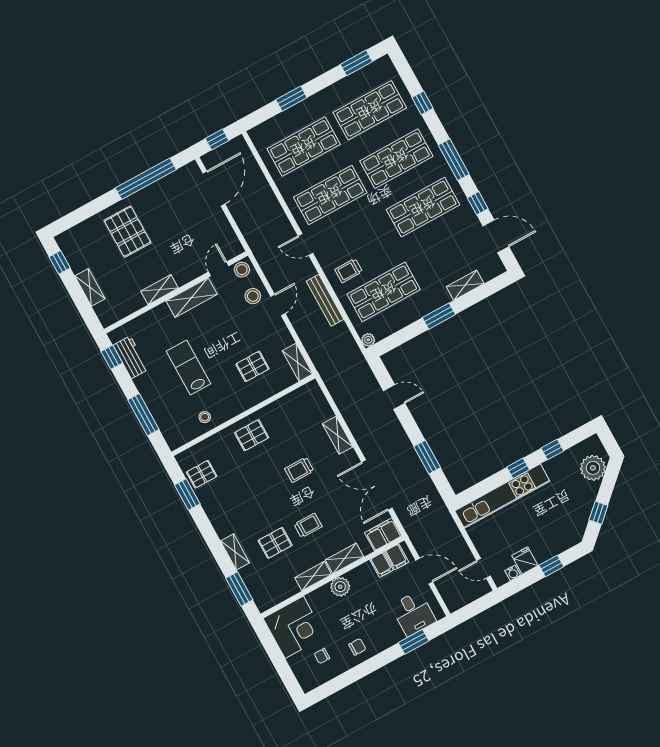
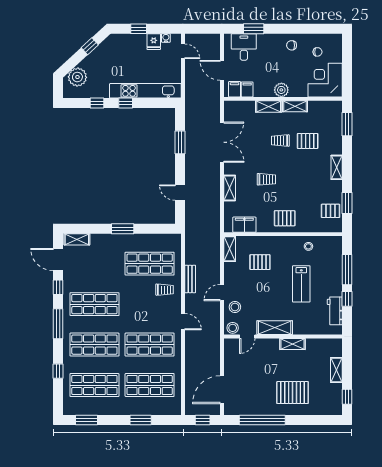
pallet: (127, 232) -> (293, 393), turned 90
shelving: (465, 285) -> (77, 239), moved
bench: (325, 300) -> (190, 279), width x0.73
plant: (368, 340) -> (176, 238), removed
window: (112, 357) -> (347, 299), moved
filing cabinet: (383, 534) -> (244, 225), moved, turned 180
shelving: (235, 552) -> (337, 167), moved

